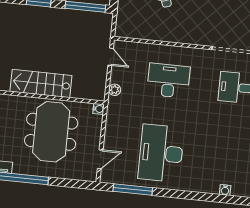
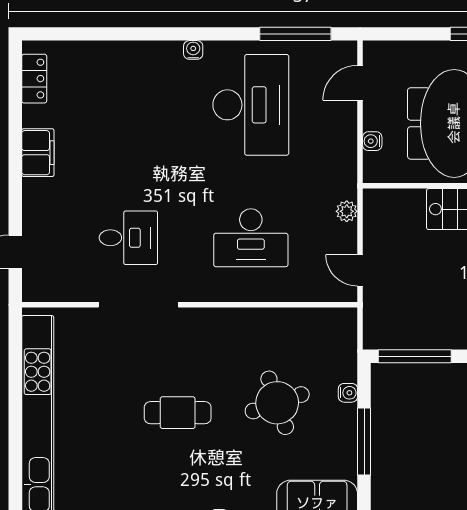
water cooler: (99, 109) -> (372, 141), moved
water cooler: (225, 190) -> (193, 50), moved

